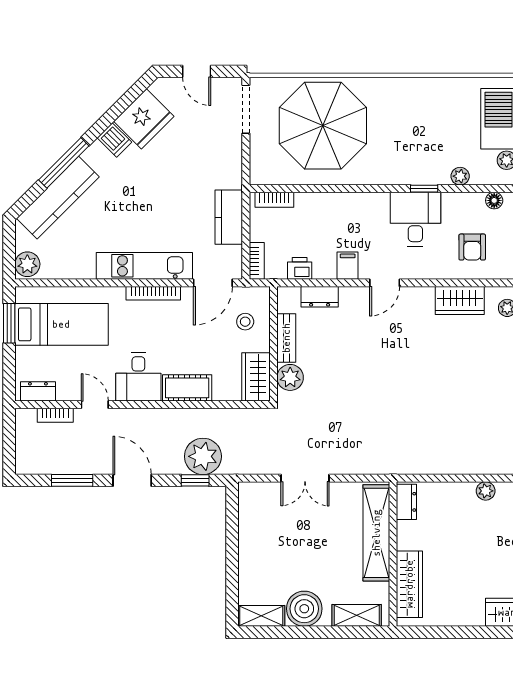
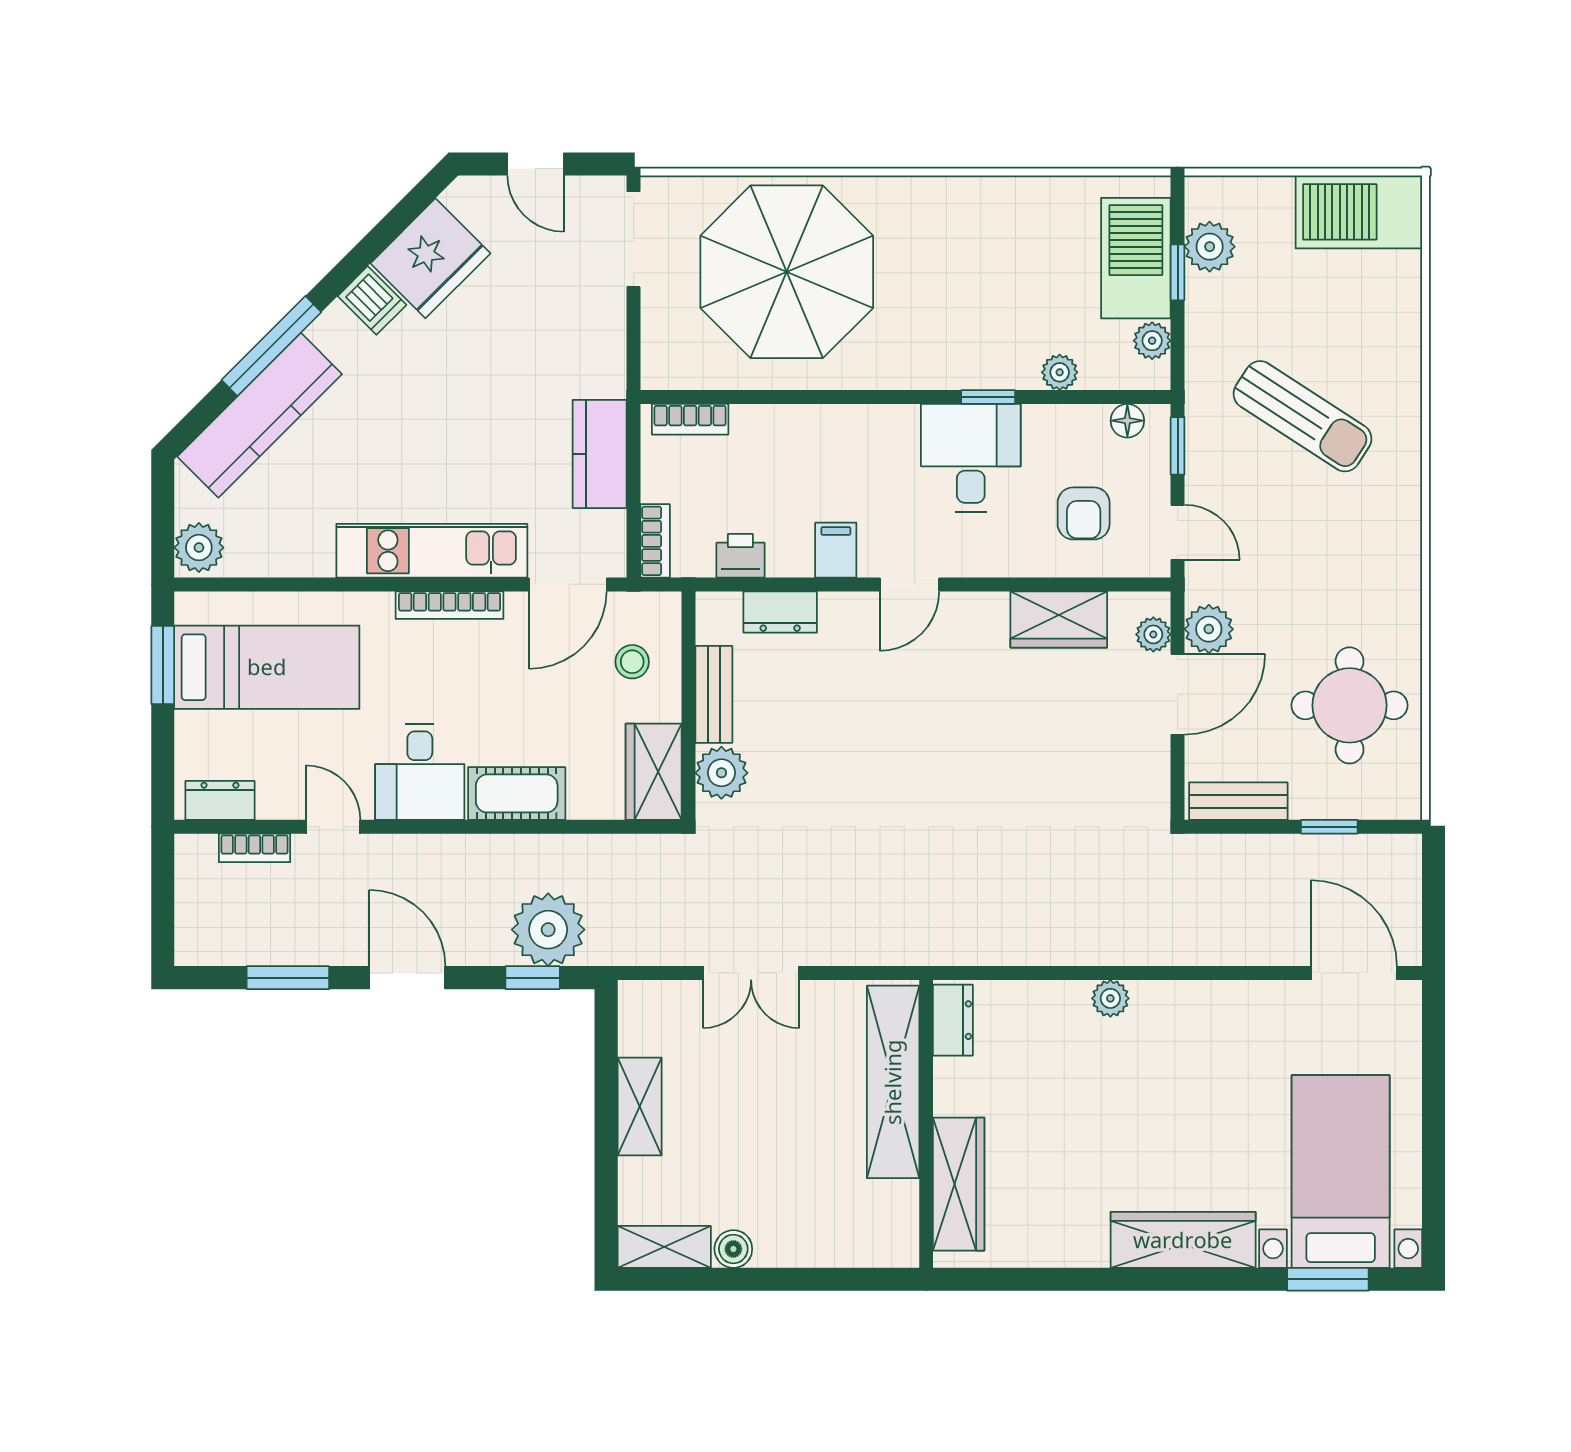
boiler: (304, 609) -> (733, 1249), width x0.54, depth x0.54
shelving: (357, 615) -> (640, 1107), moved, turned 90

